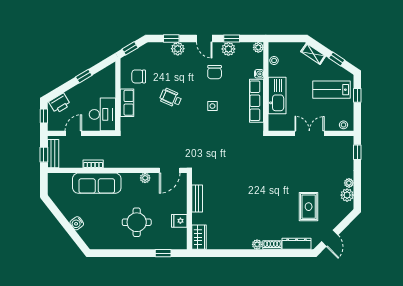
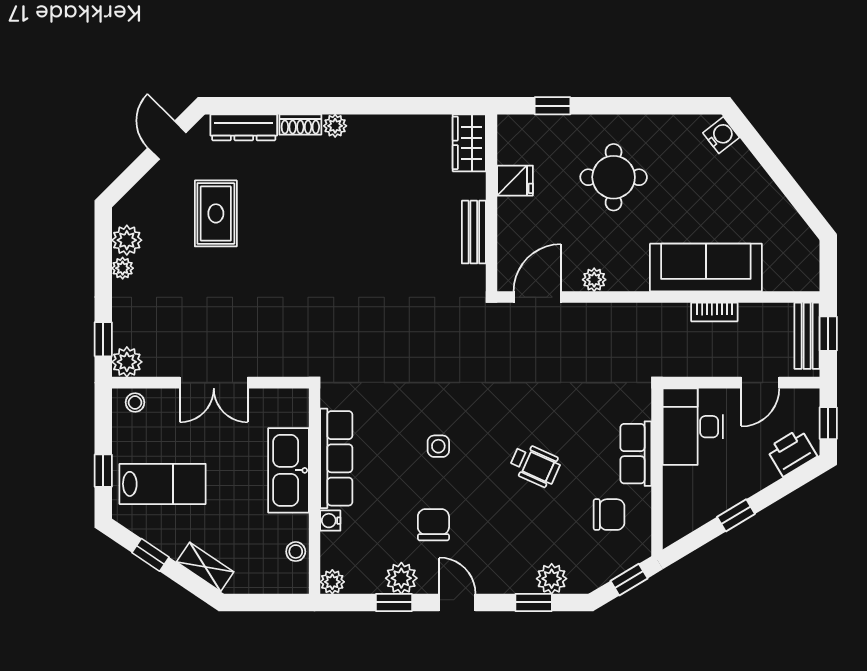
plant: (178, 49) -> (552, 579), moved
plant: (347, 142) -> (127, 362), added
water cooler: (77, 223) -> (721, 135), moved

